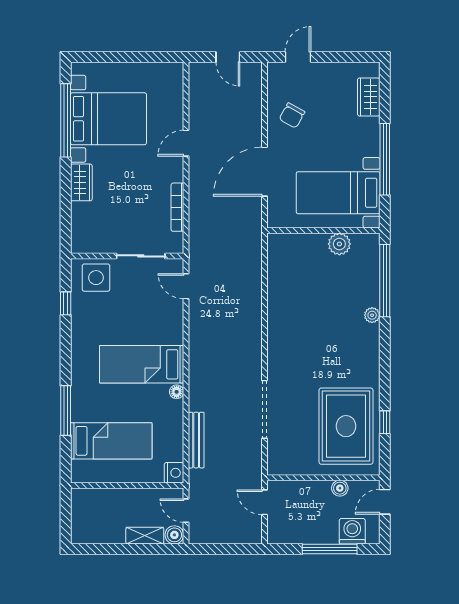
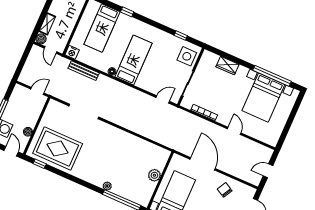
wardrobe: (81, 182) -> (228, 66), moved
plant: (339, 244) -> (154, 175), moved
window: (66, 410) -> (127, 12), width x0.46
window: (385, 422) -> (40, 164), moved
door: (186, 511) -> (51, 50), swing flipped

